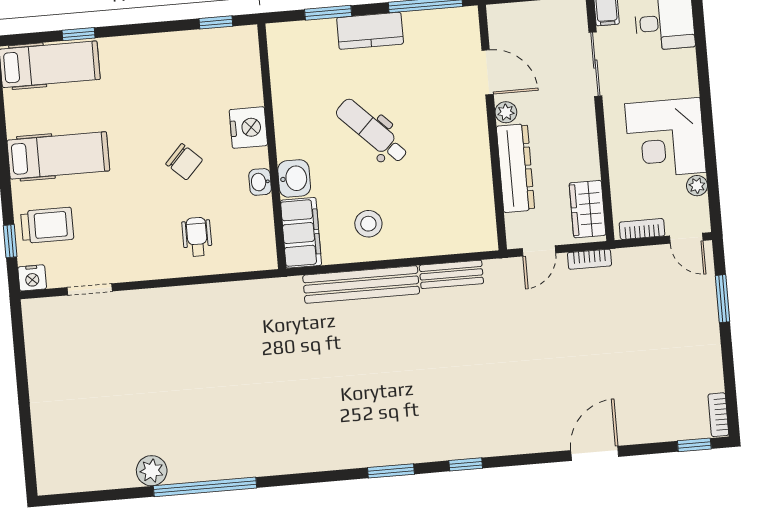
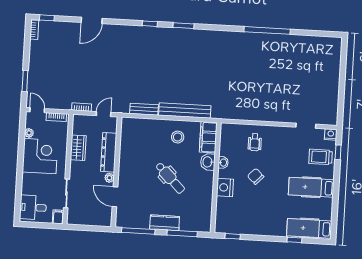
window: (328, 13) -> (182, 233), width x1.44
wardrobe: (588, 209) -> (78, 148), moved
plant: (152, 471) -> (290, 41), removed

